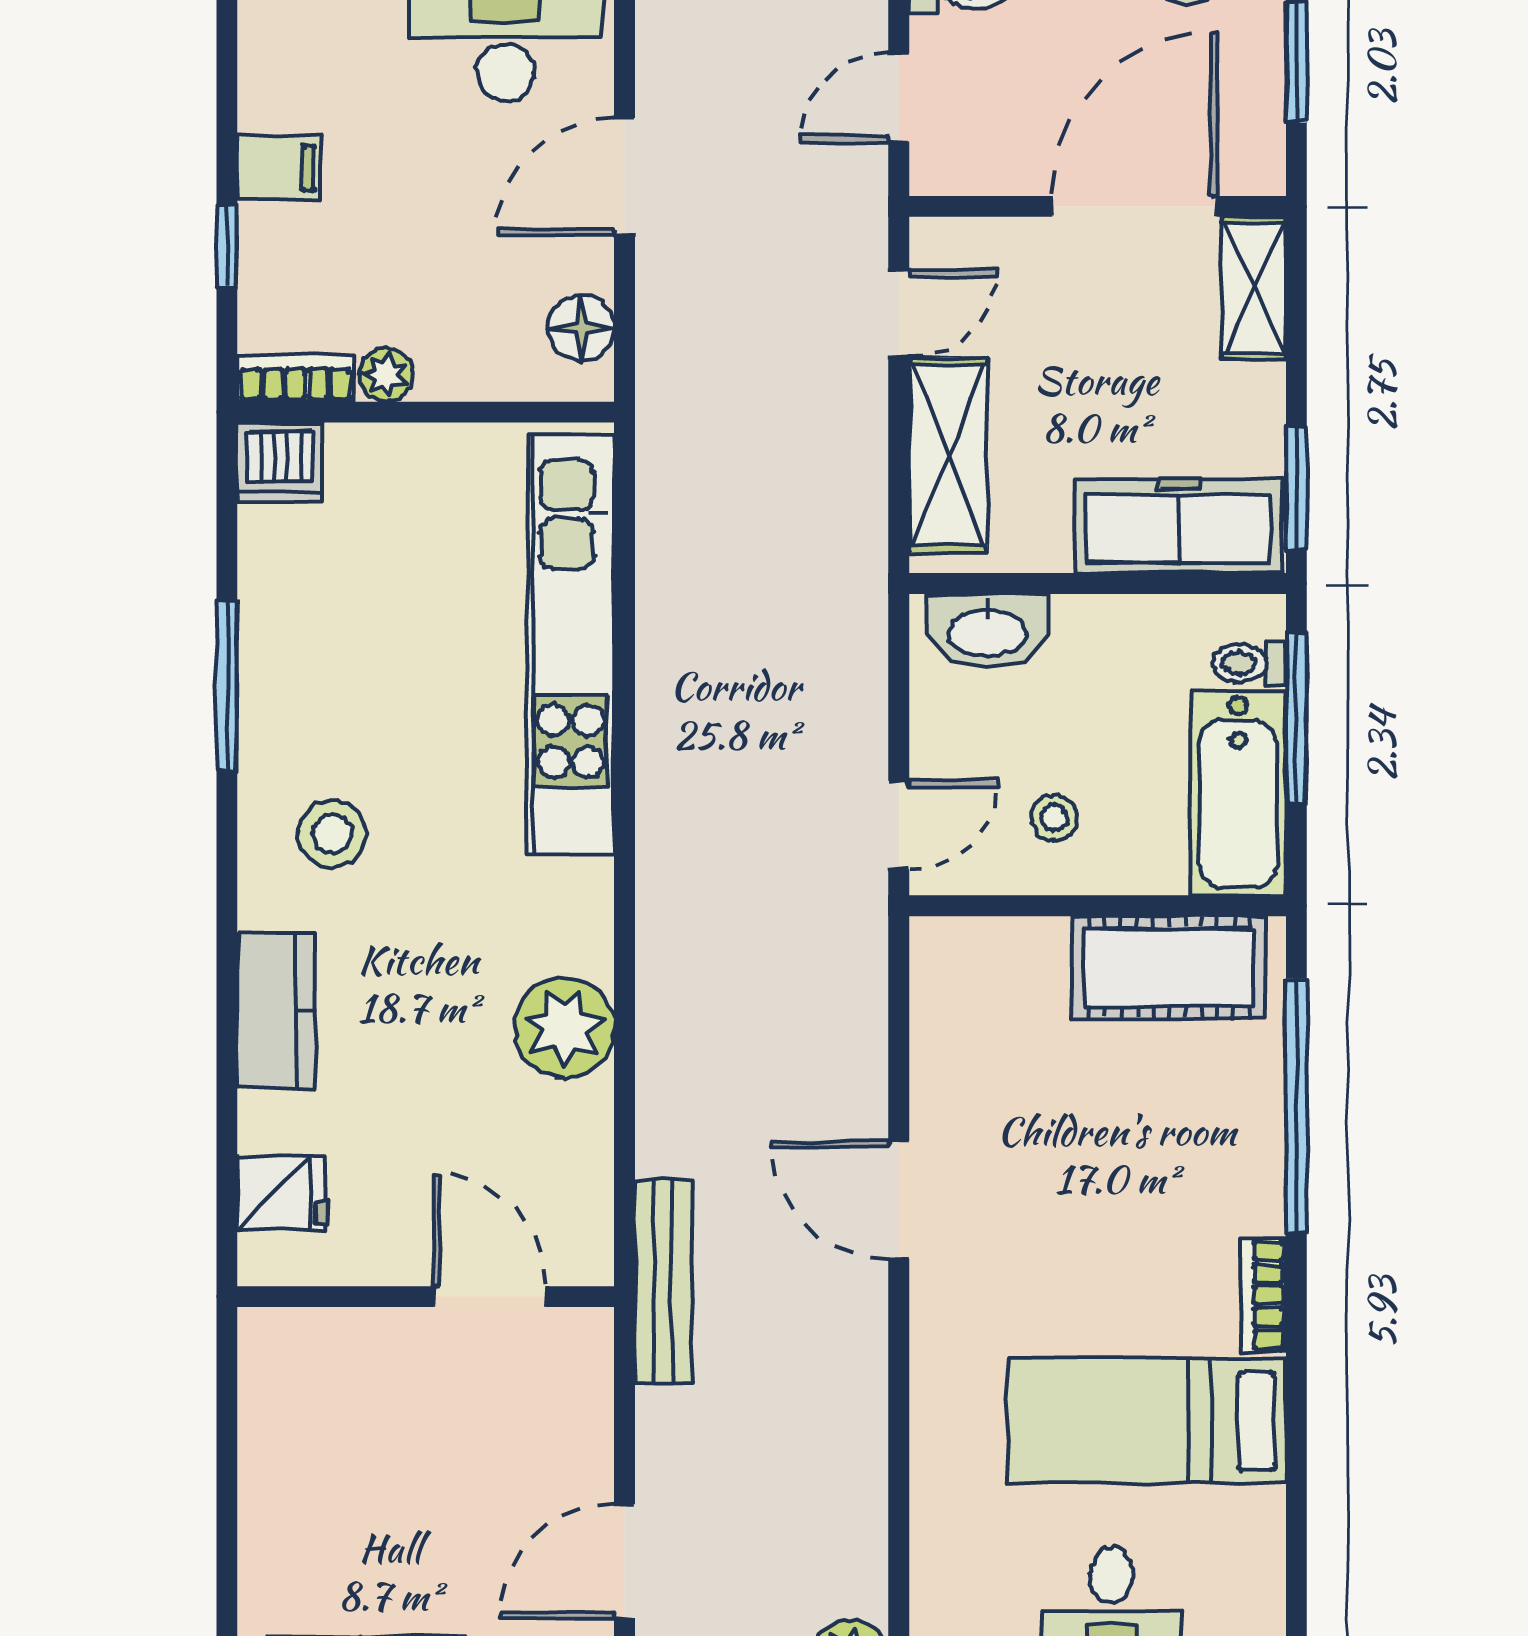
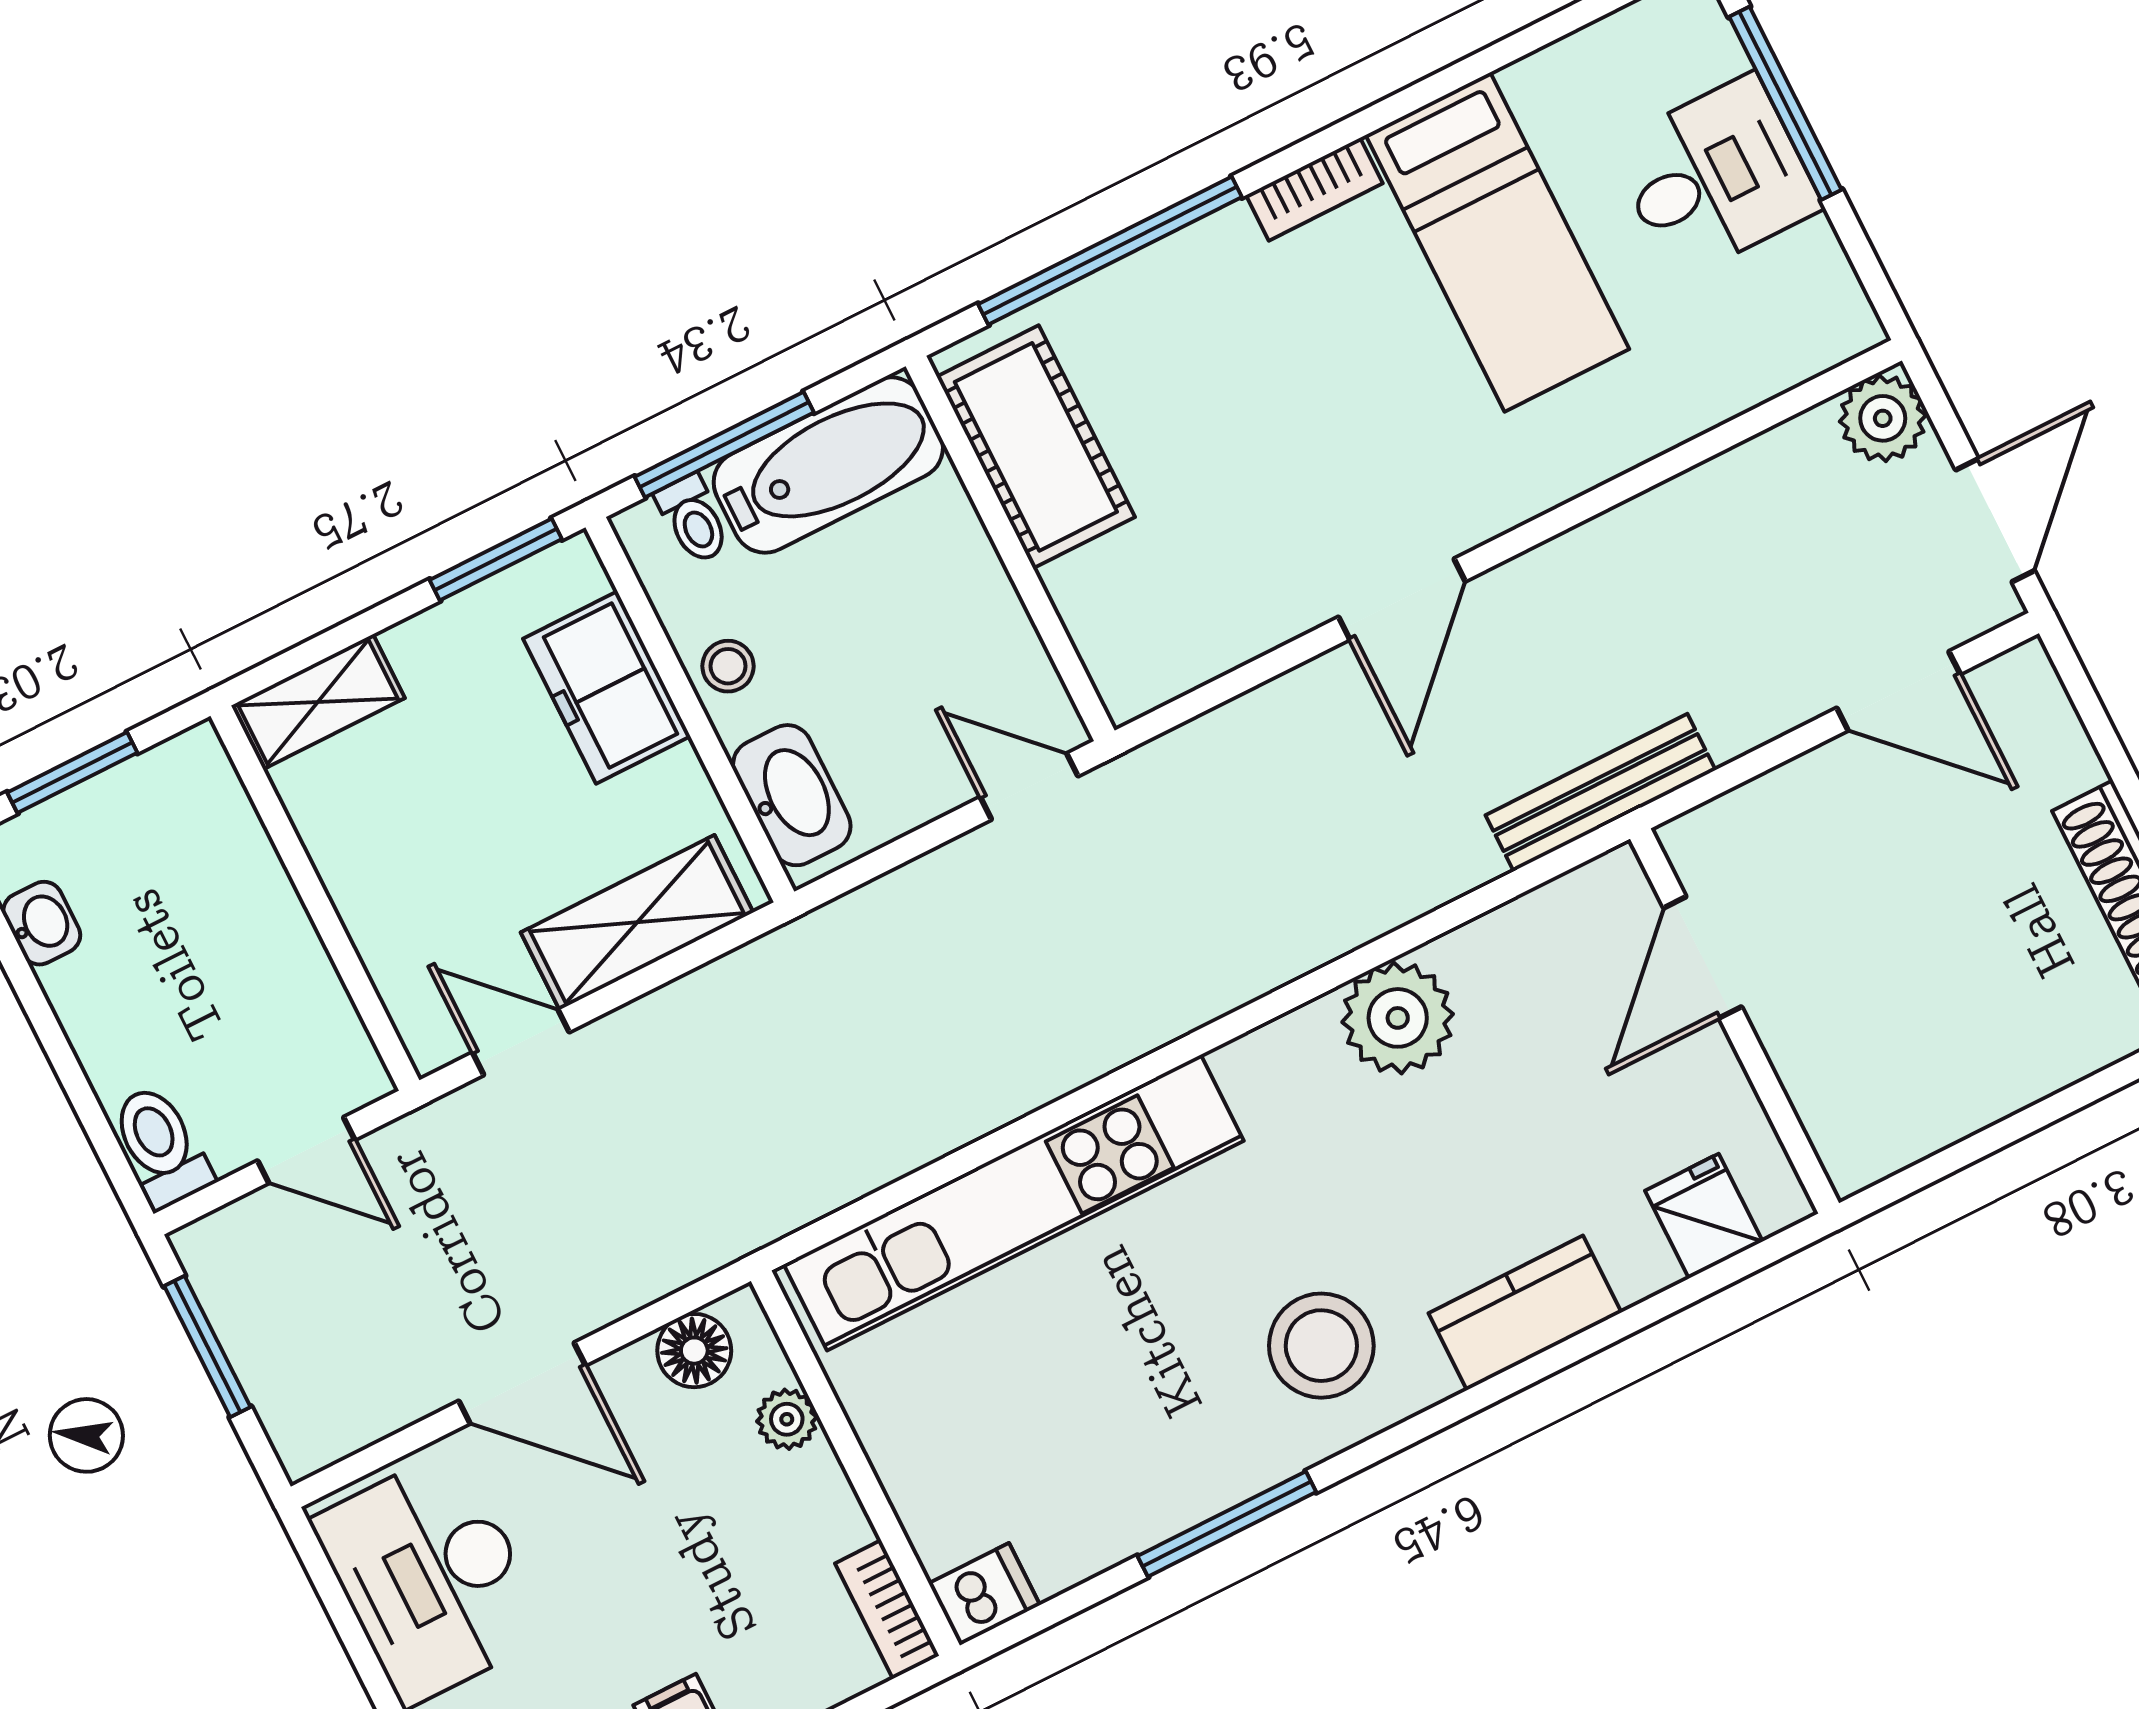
door: (1135, 206) -> (296, 861), removed
plant: (386, 375) -> (787, 1419), moved
dishwasher: (280, 463) -> (984, 1594), width x0.73
freezer: (1178, 526) -> (607, 687), width x0.71
stool: (1054, 818) -> (728, 666), moved
stool: (332, 834) -> (1321, 1346), width x1.38, depth x1.38

